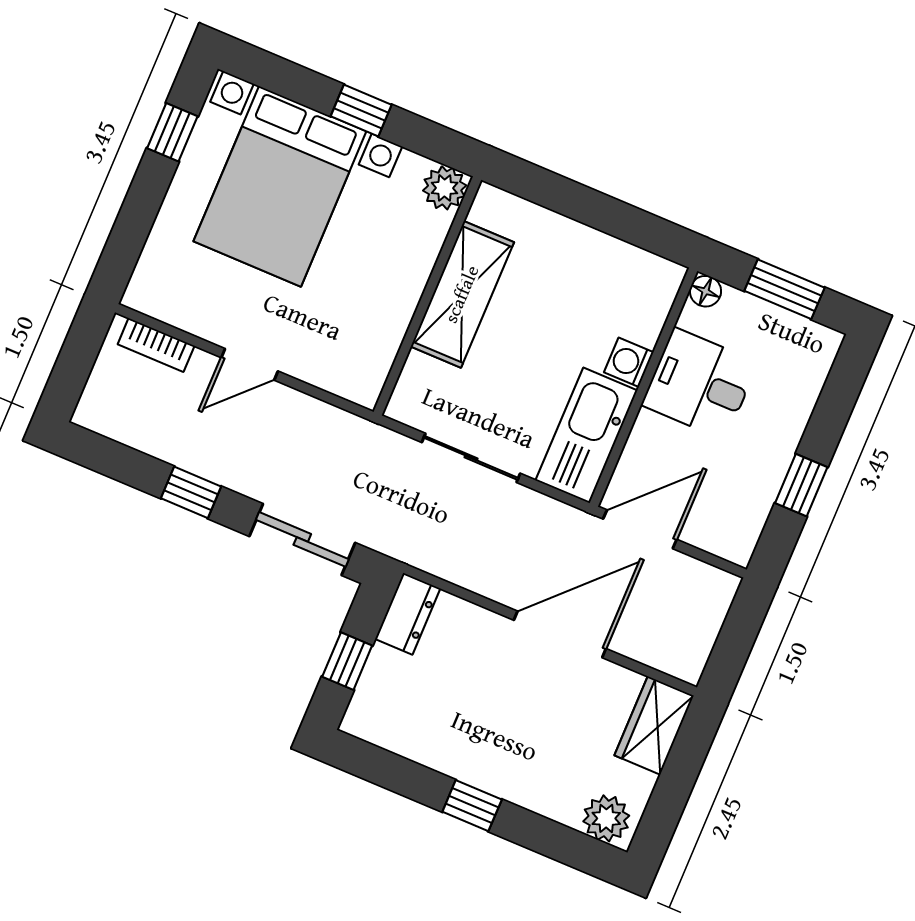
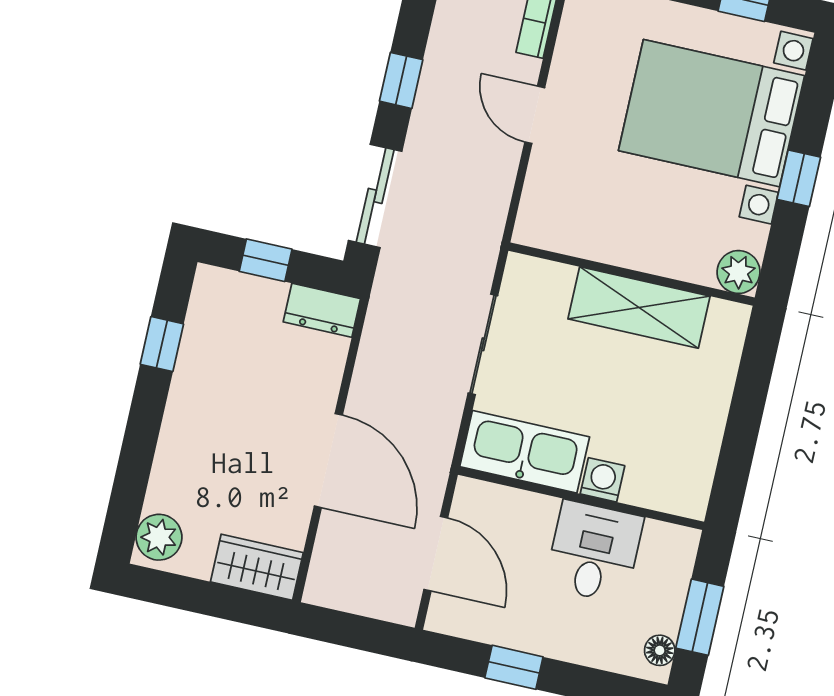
floor lamp: (705, 291) -> (660, 650), moved
door: (640, 529) -> (436, 554), moved
window: (472, 806) -> (162, 344), moved

